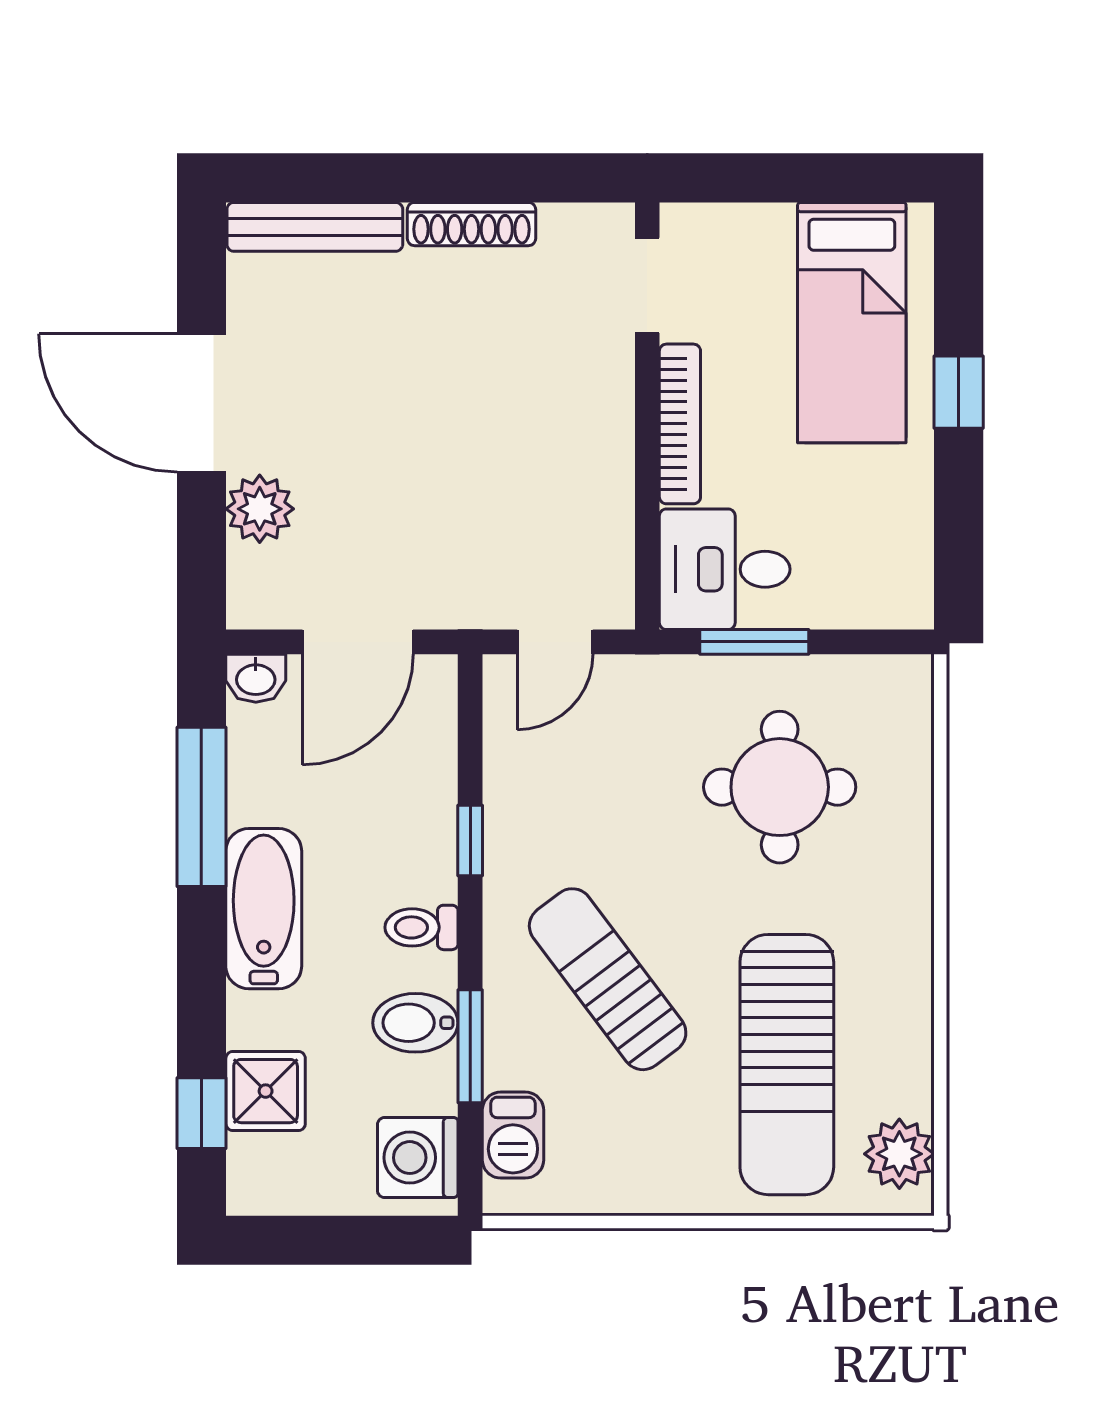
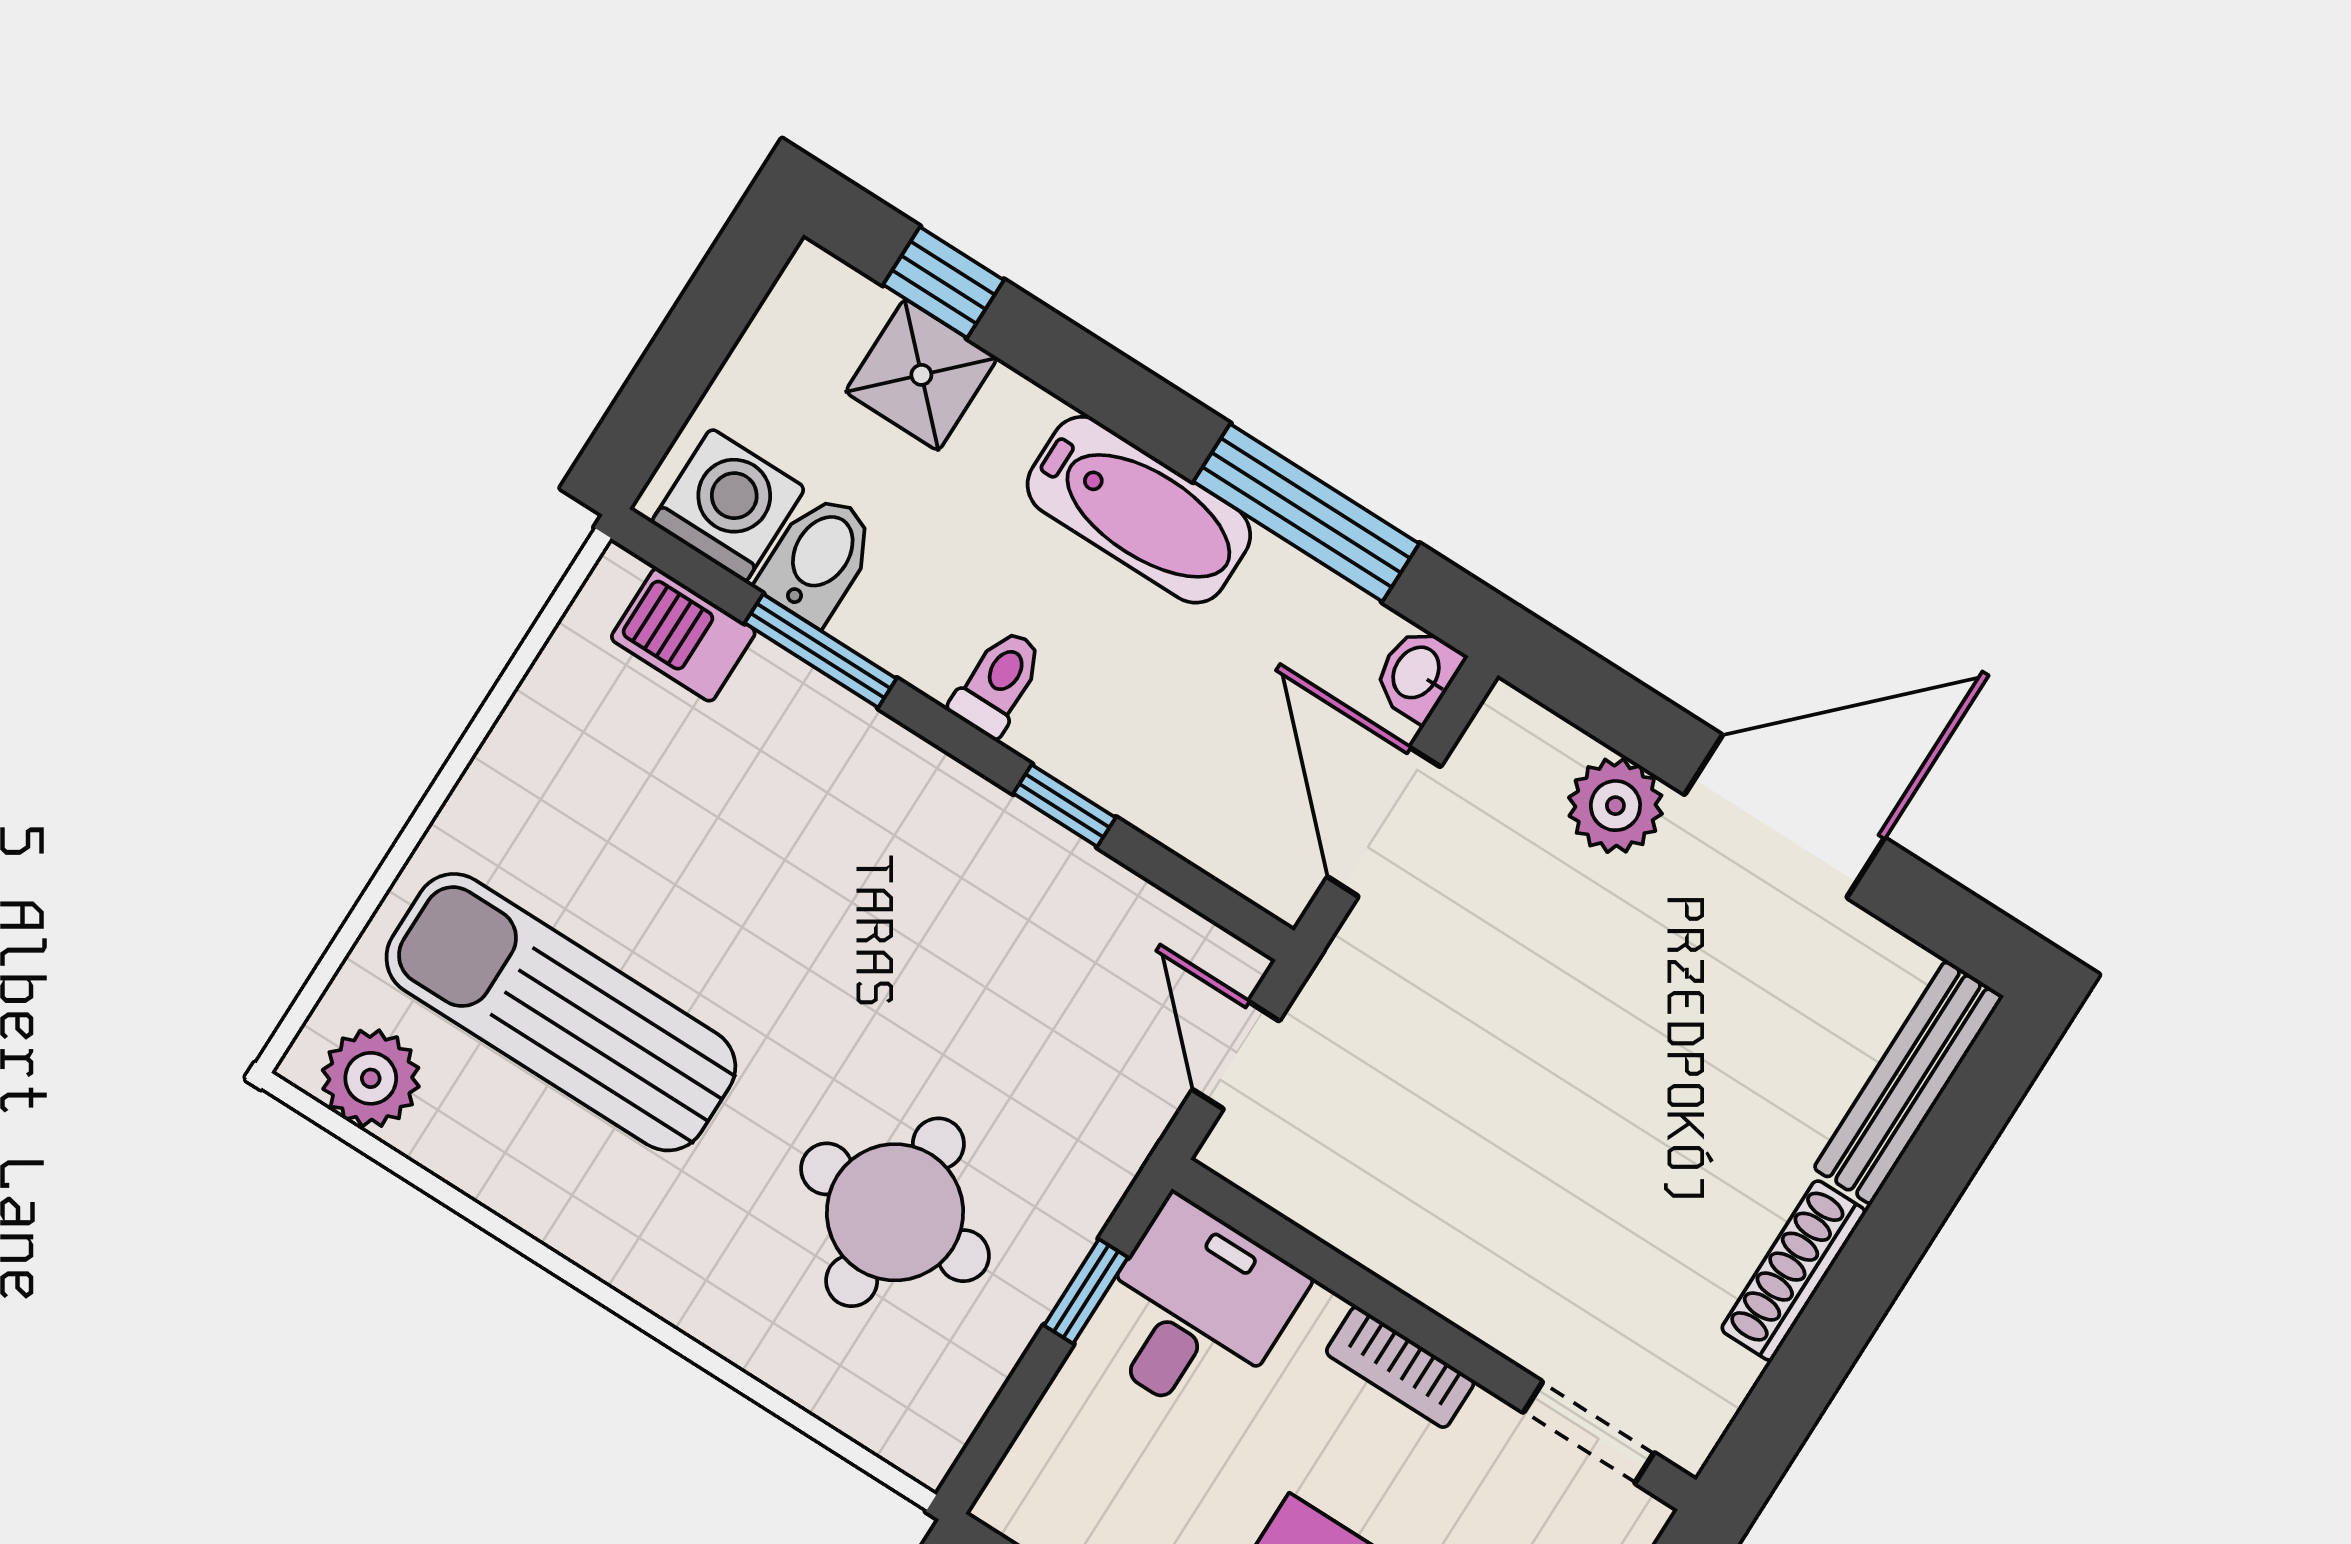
bookcase: (680, 424) -> (1400, 1367), width x0.64
window: (754, 642) -> (1086, 1291), width x0.67
sun lounger: (608, 979) -> (797, 864), removed
bidet: (415, 1023) -> (818, 558), moved

